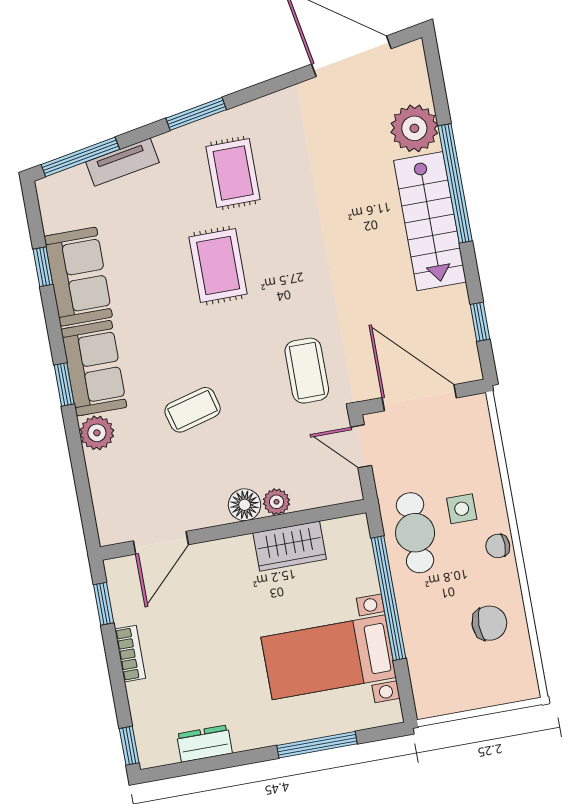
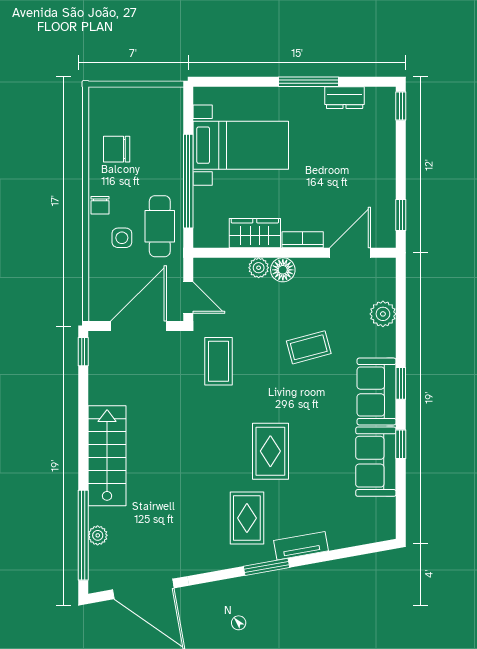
plant: (414, 128) -> (98, 535), width x0.53, depth x0.53
window: (80, 157) -> (358, 550), removed
tv unit: (122, 162) -> (301, 546), moved
window: (455, 183) -> (83, 535), moved
window: (43, 267) -> (401, 444), moved
window: (480, 322) -> (83, 352), moved
door: (419, 398) -> (139, 326), swing flipped
plant: (97, 433) -> (383, 314), moved
chair: (498, 546) -> (100, 205), turned 90
bookcase: (130, 654) -> (303, 240), moved, turned 90
window: (317, 745) -> (308, 82), moved

